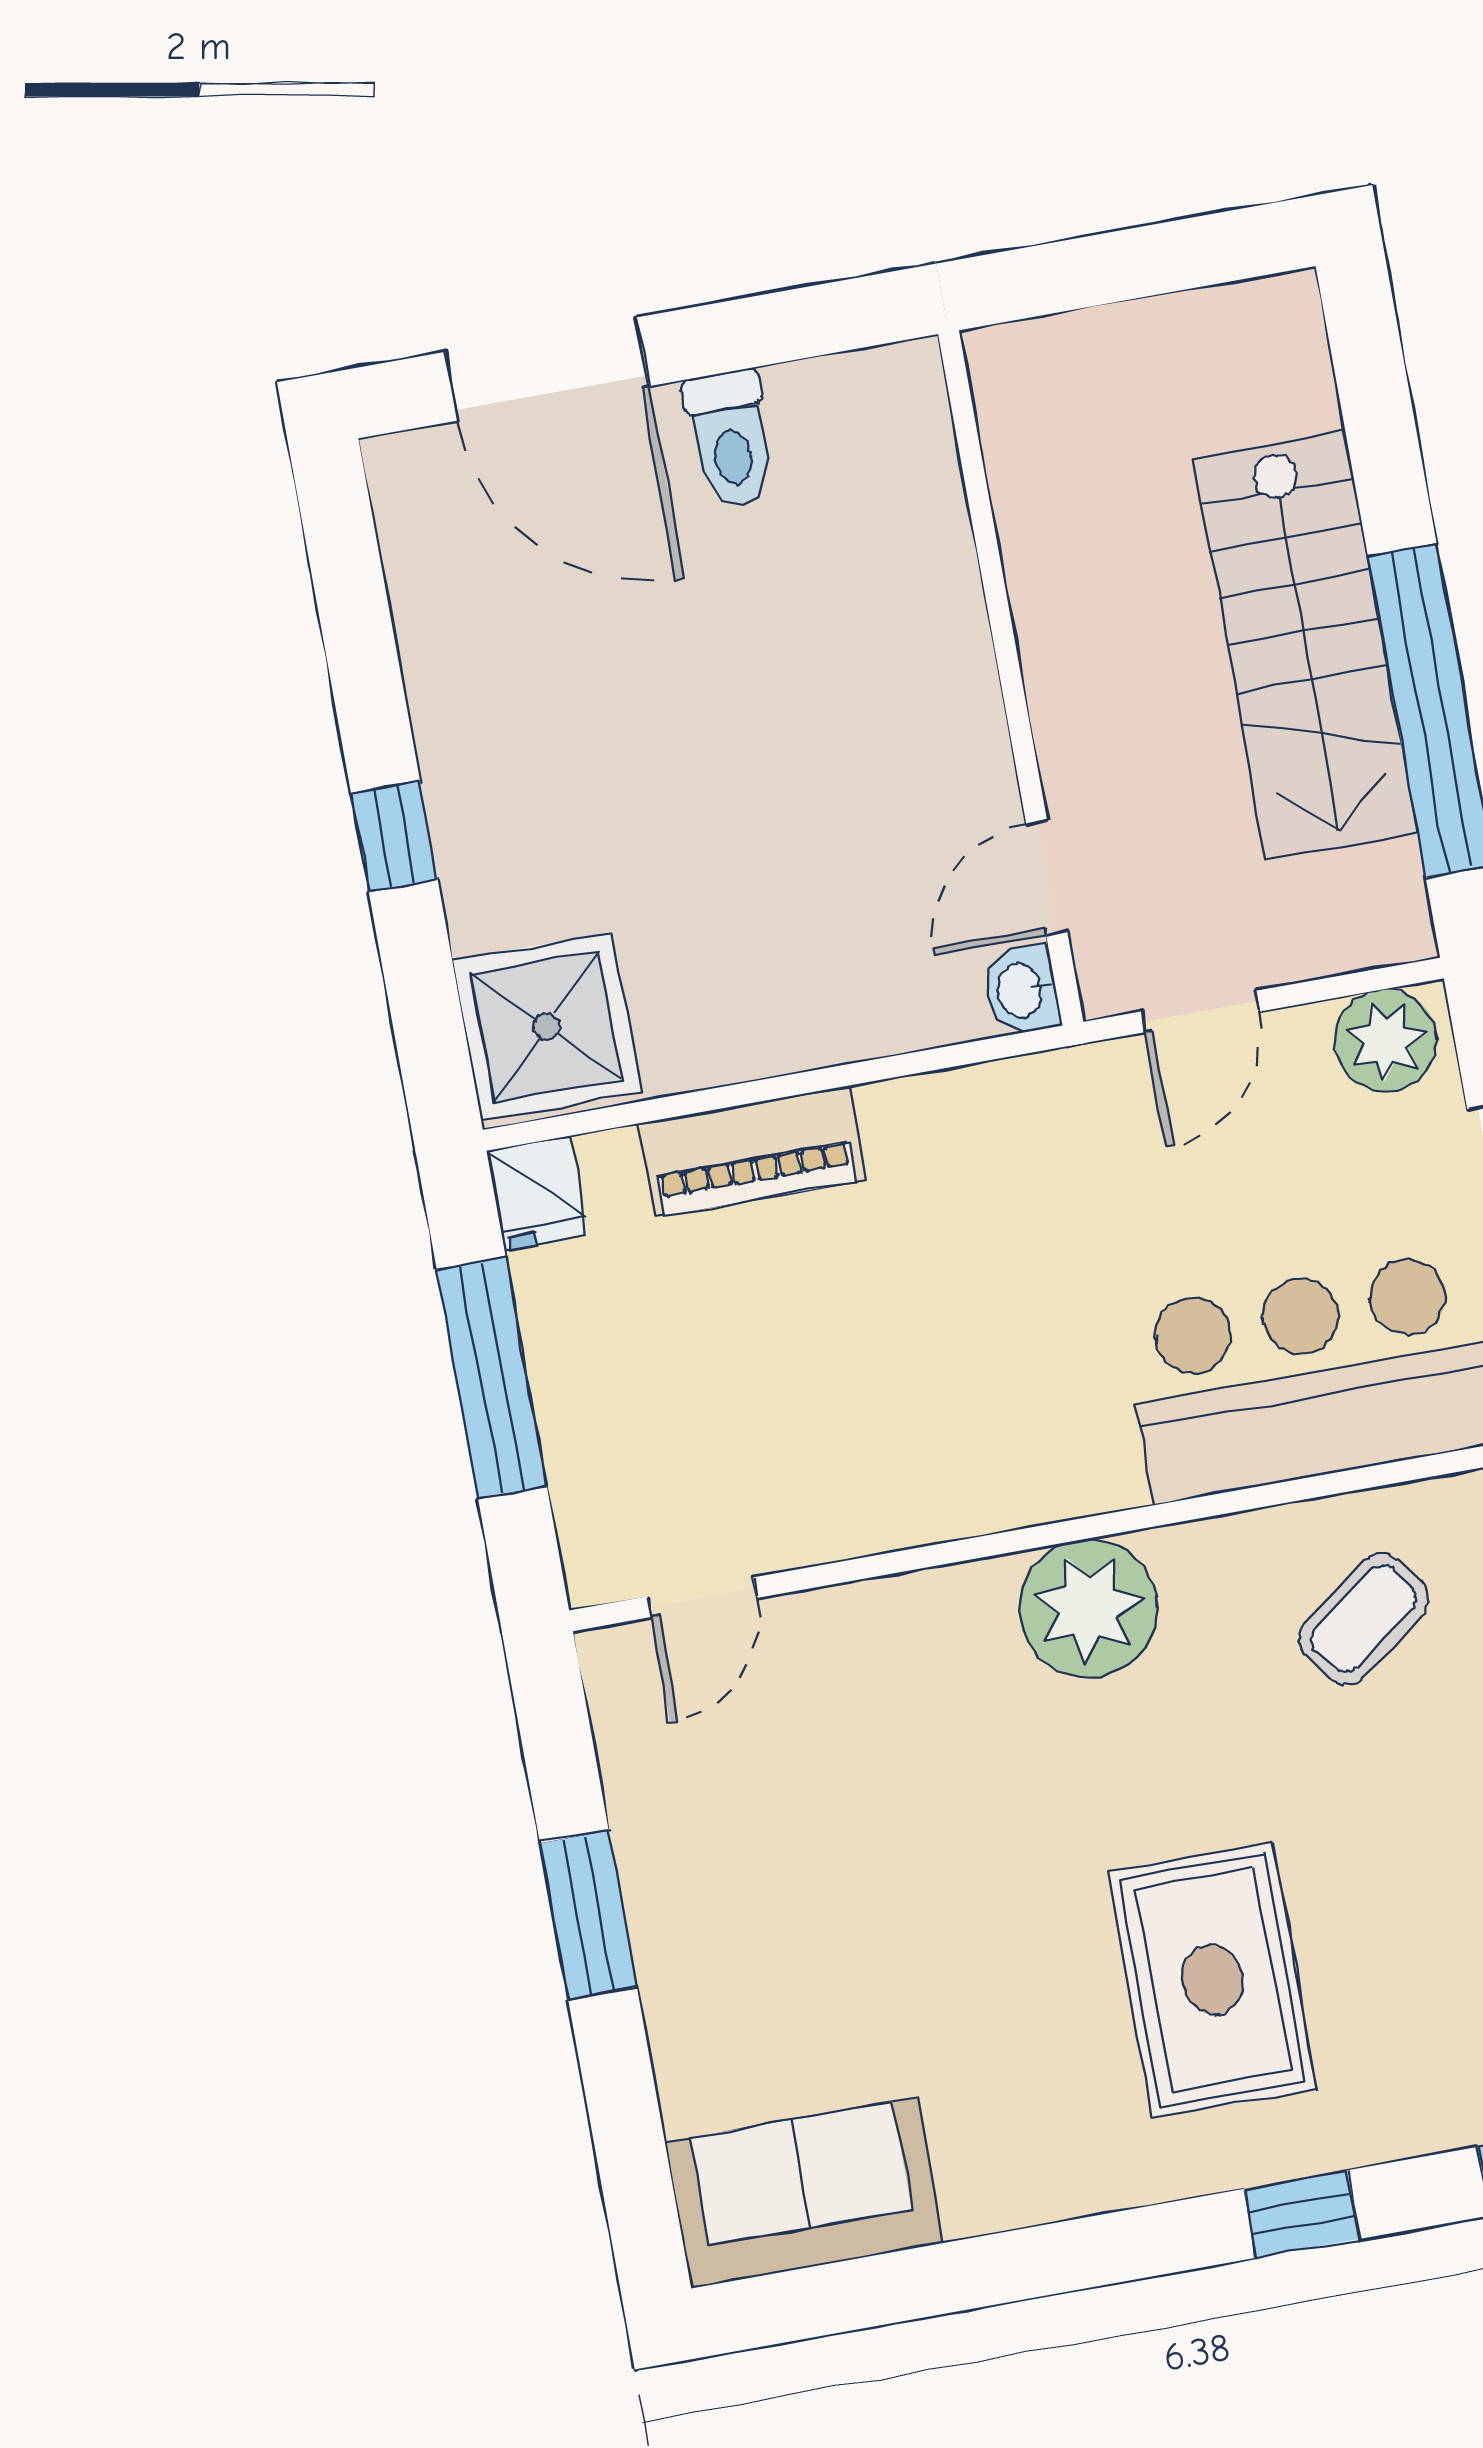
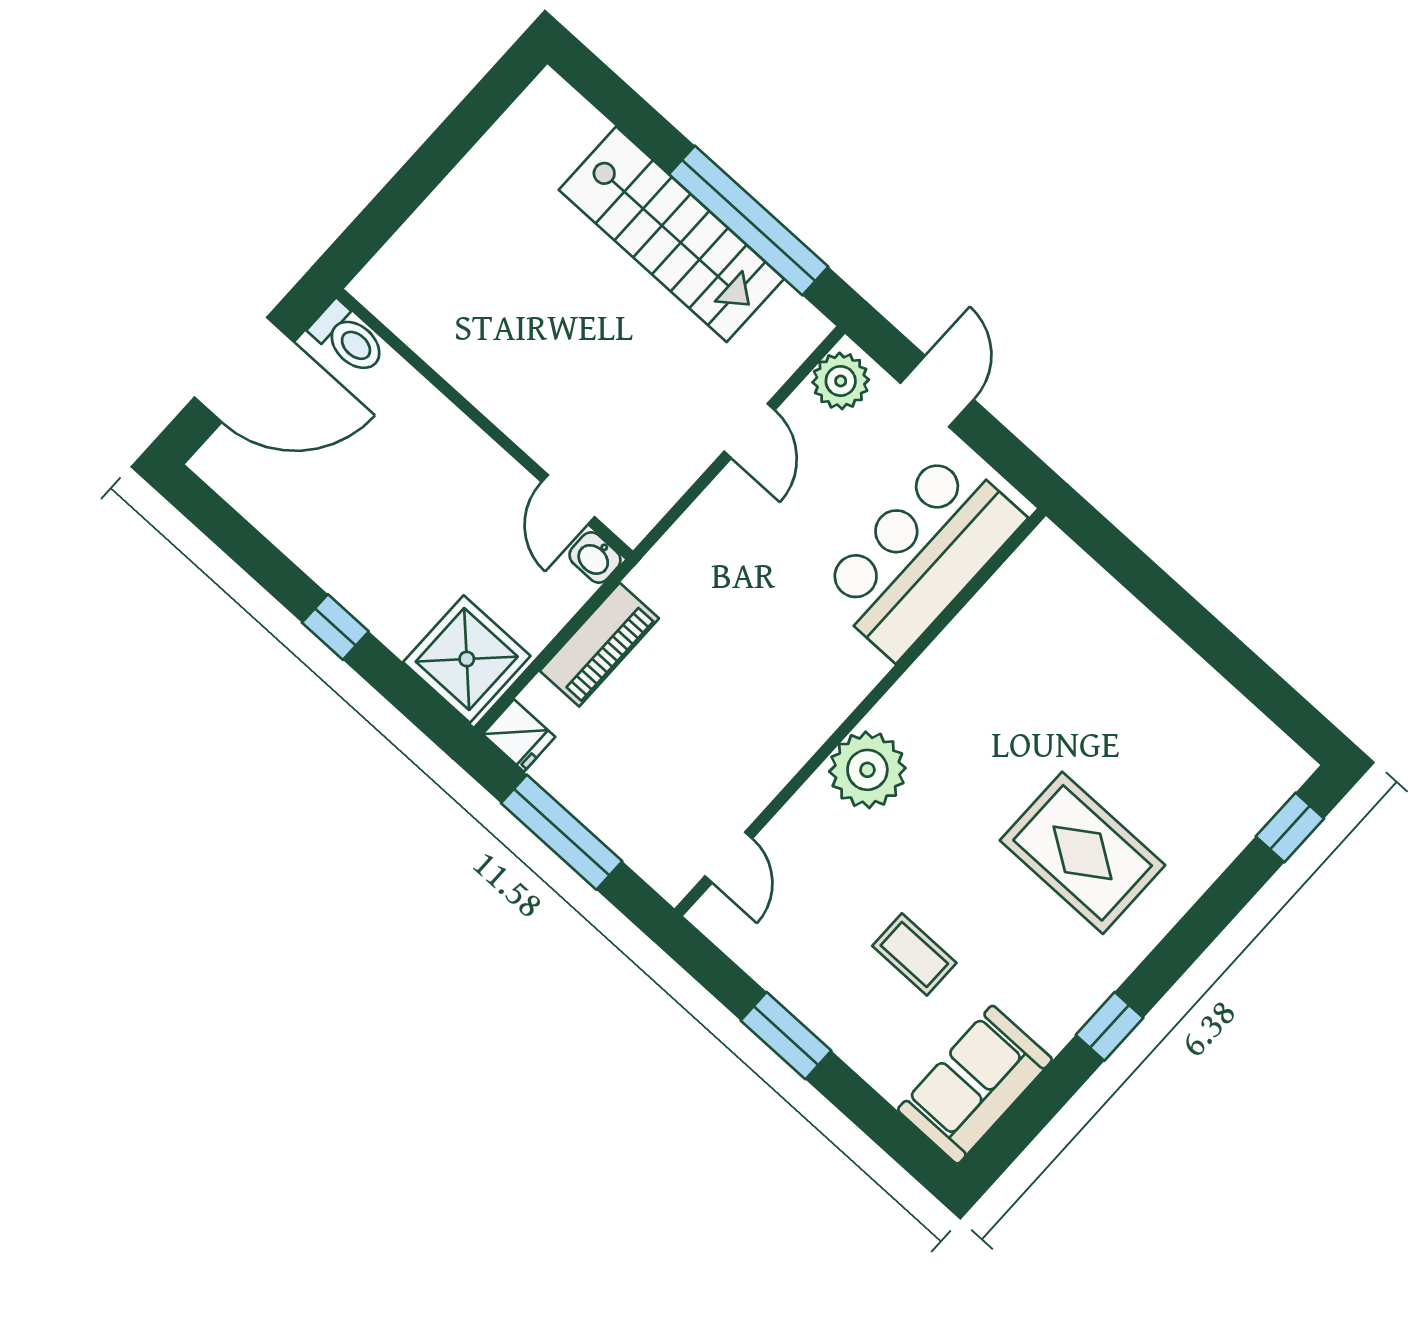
wall: (1011, 678) -> (485, 424), moved
door: (1047, 878) -> (568, 500), moved
washbasin: (1022, 990) -> (595, 558), moved
plant: (1088, 1609) -> (867, 770), moved
coffee table: (1364, 1619) -> (914, 954), moved, turned -54
window: (1302, 2214) -> (1110, 1026), moved

